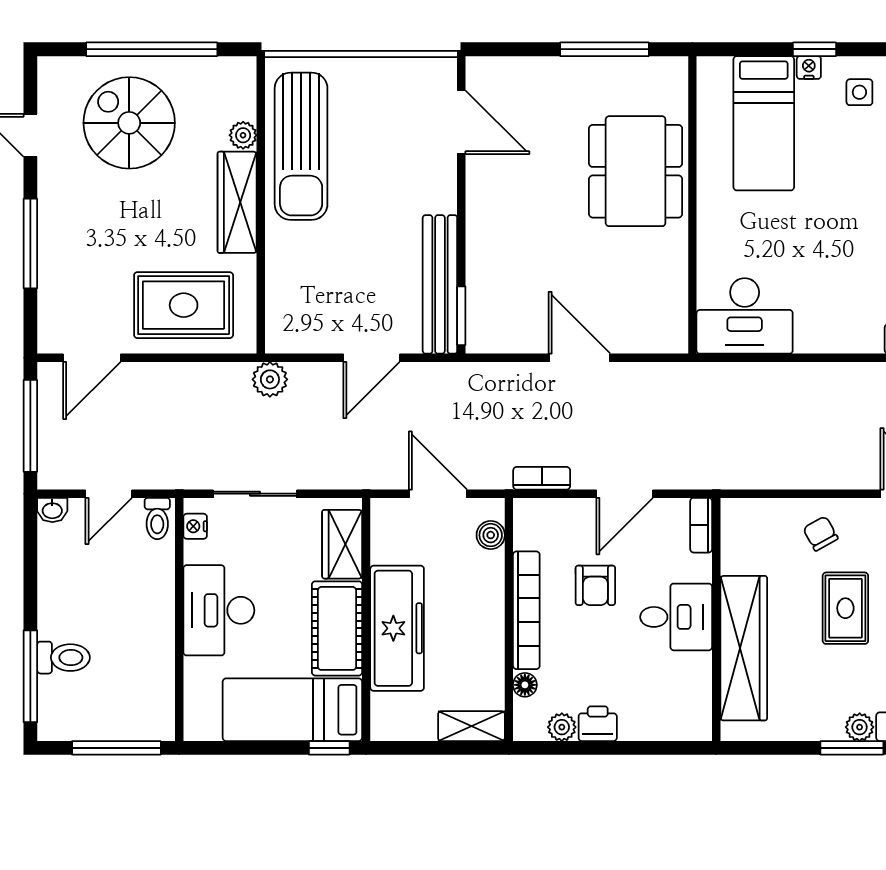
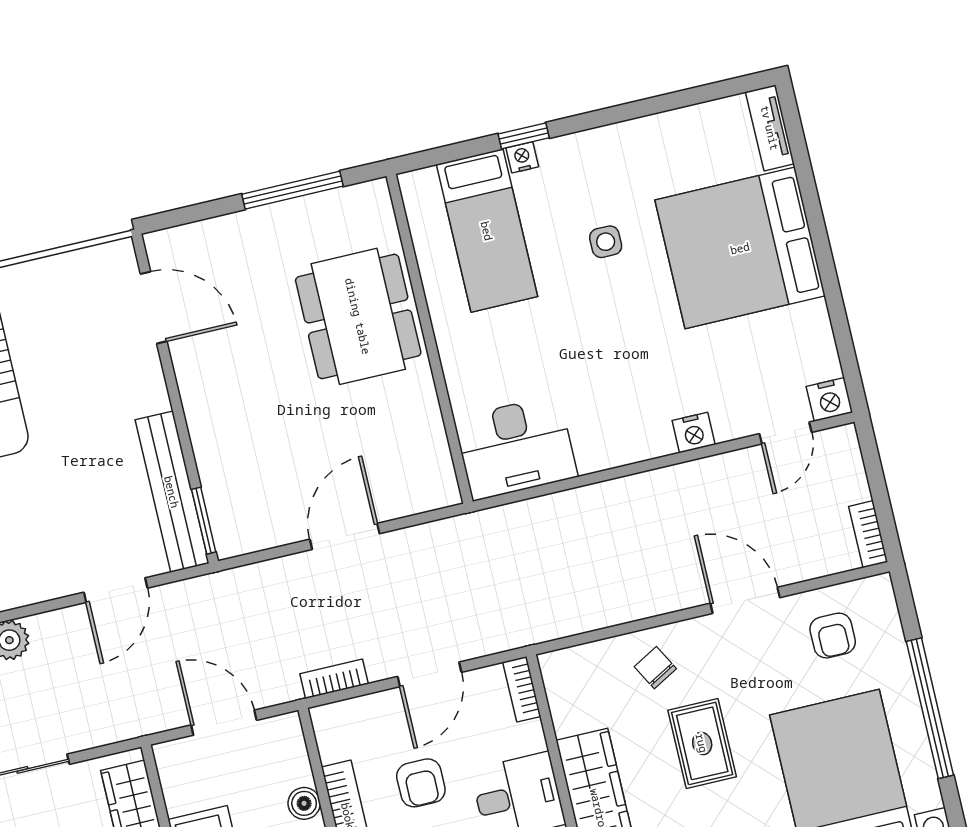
side table: (859, 92) -> (606, 242), moved
door: (579, 358) -> (345, 536), hinge flipped
boiler: (491, 535) -> (304, 803), moved

